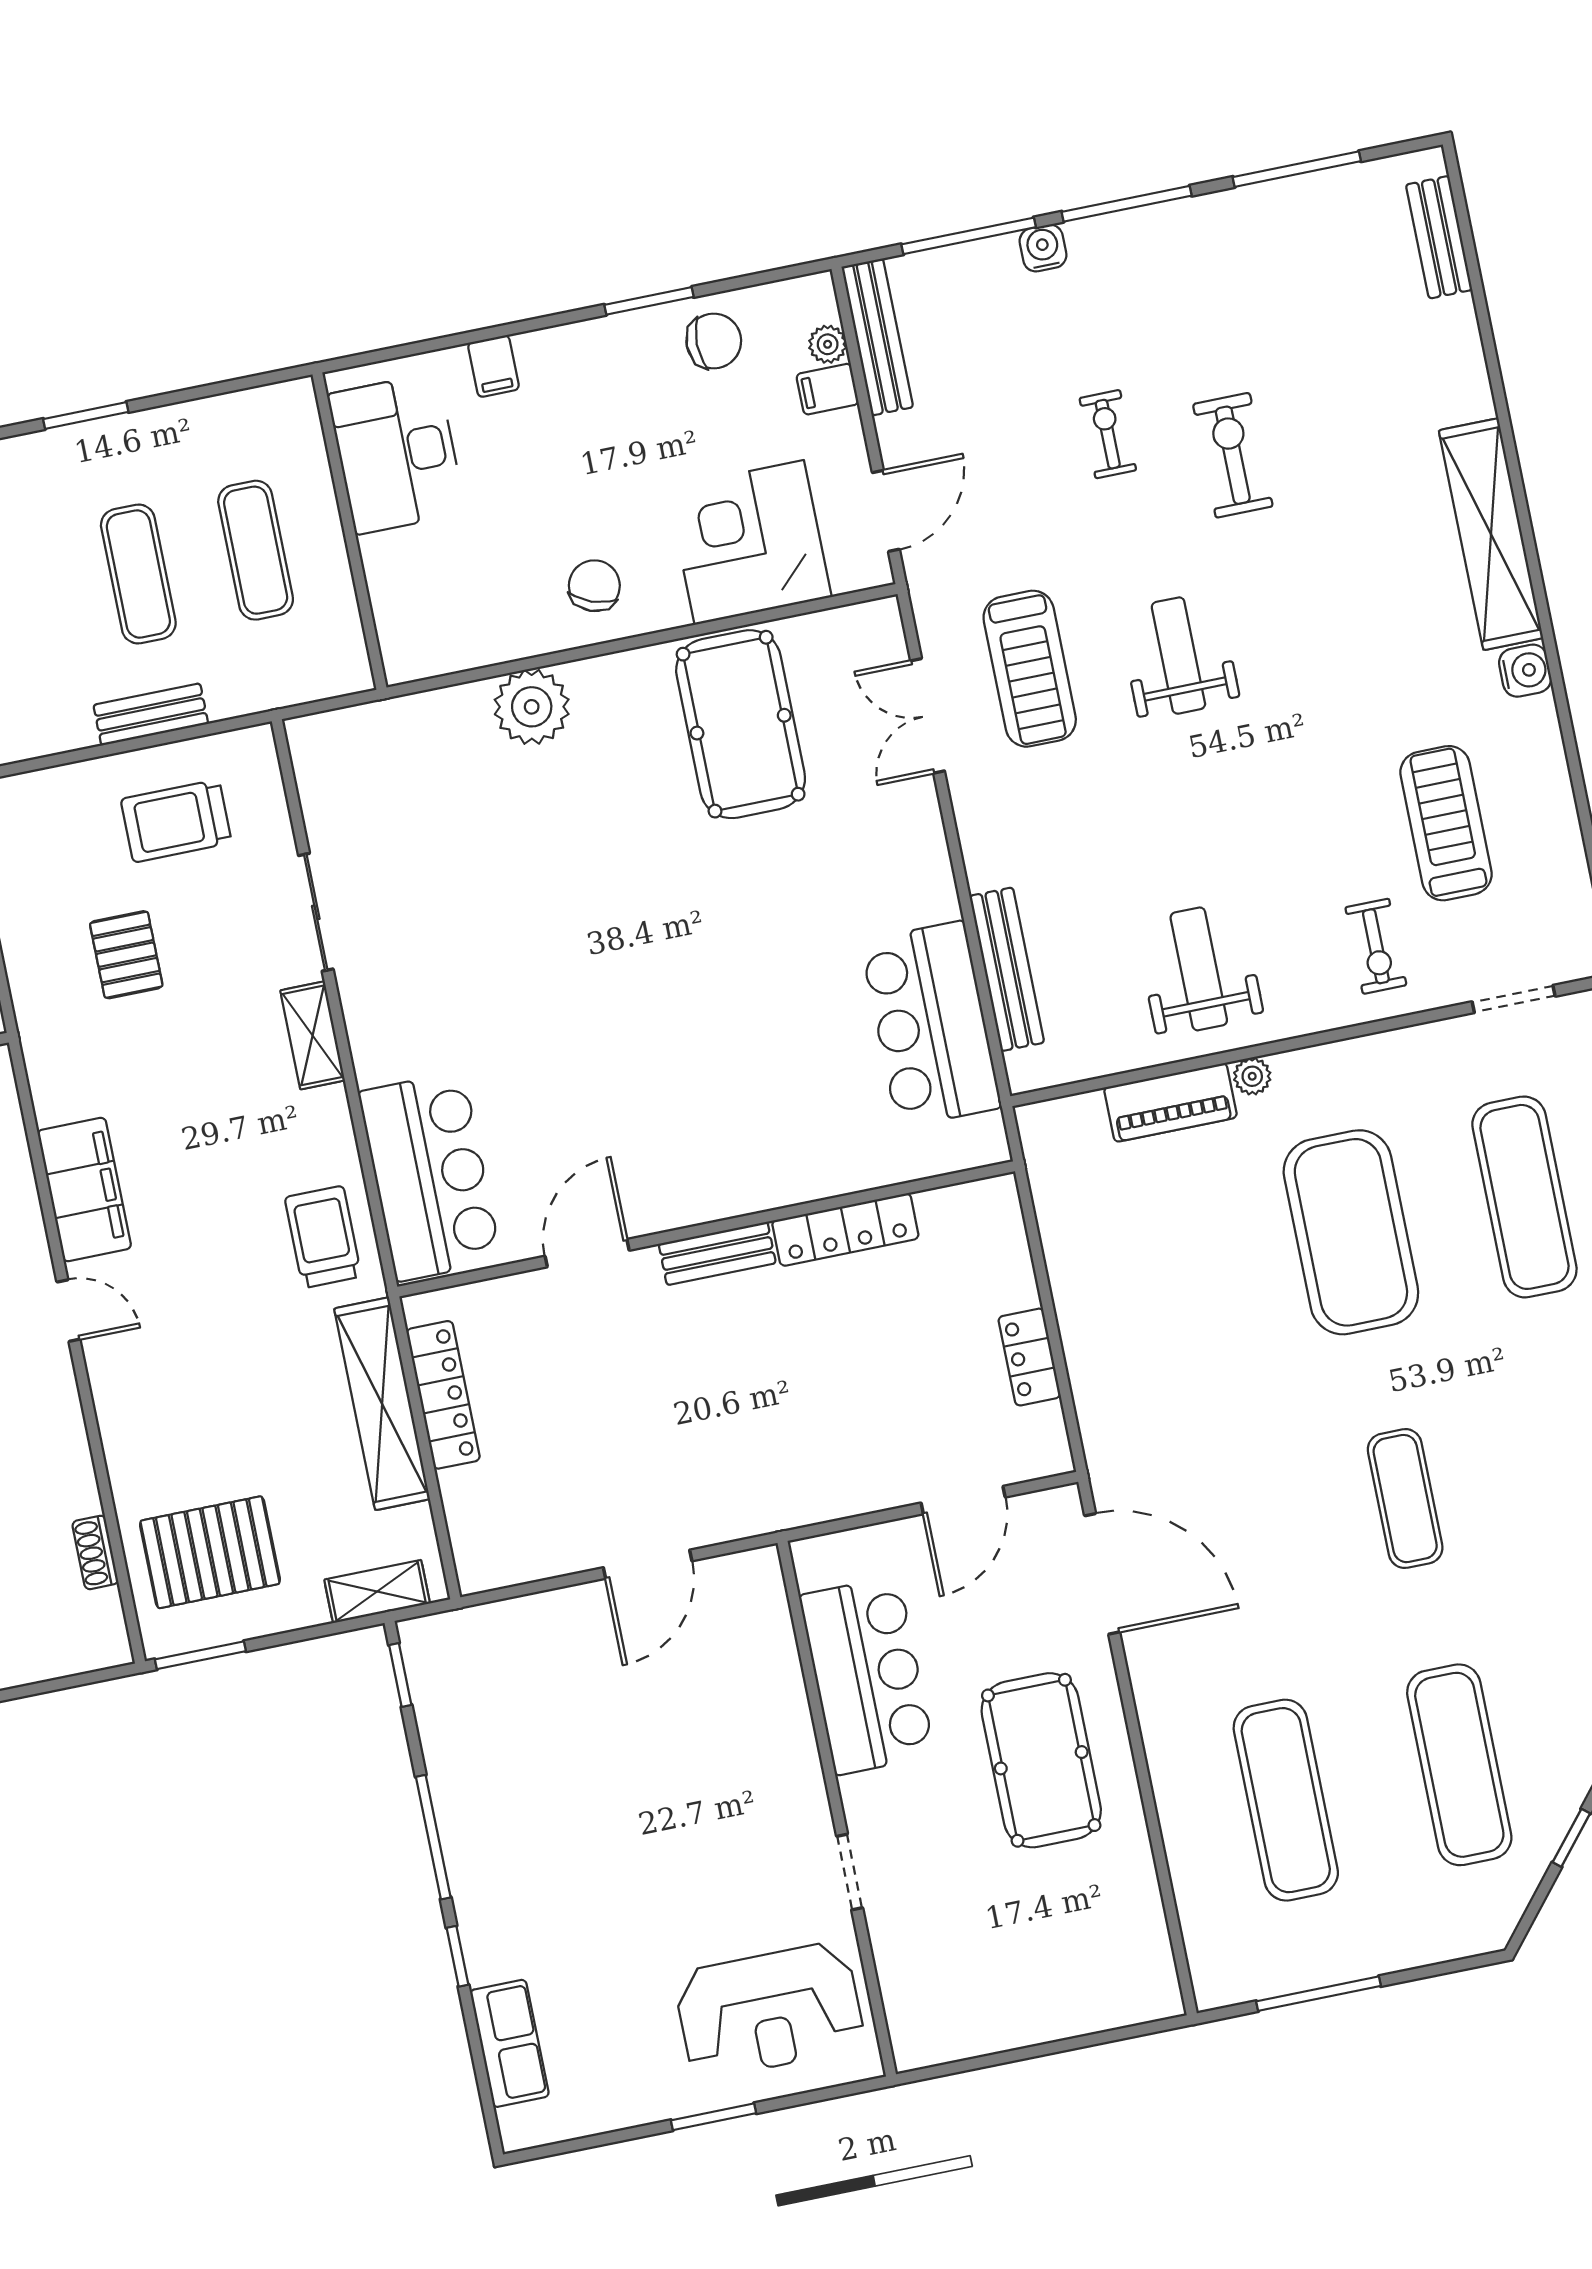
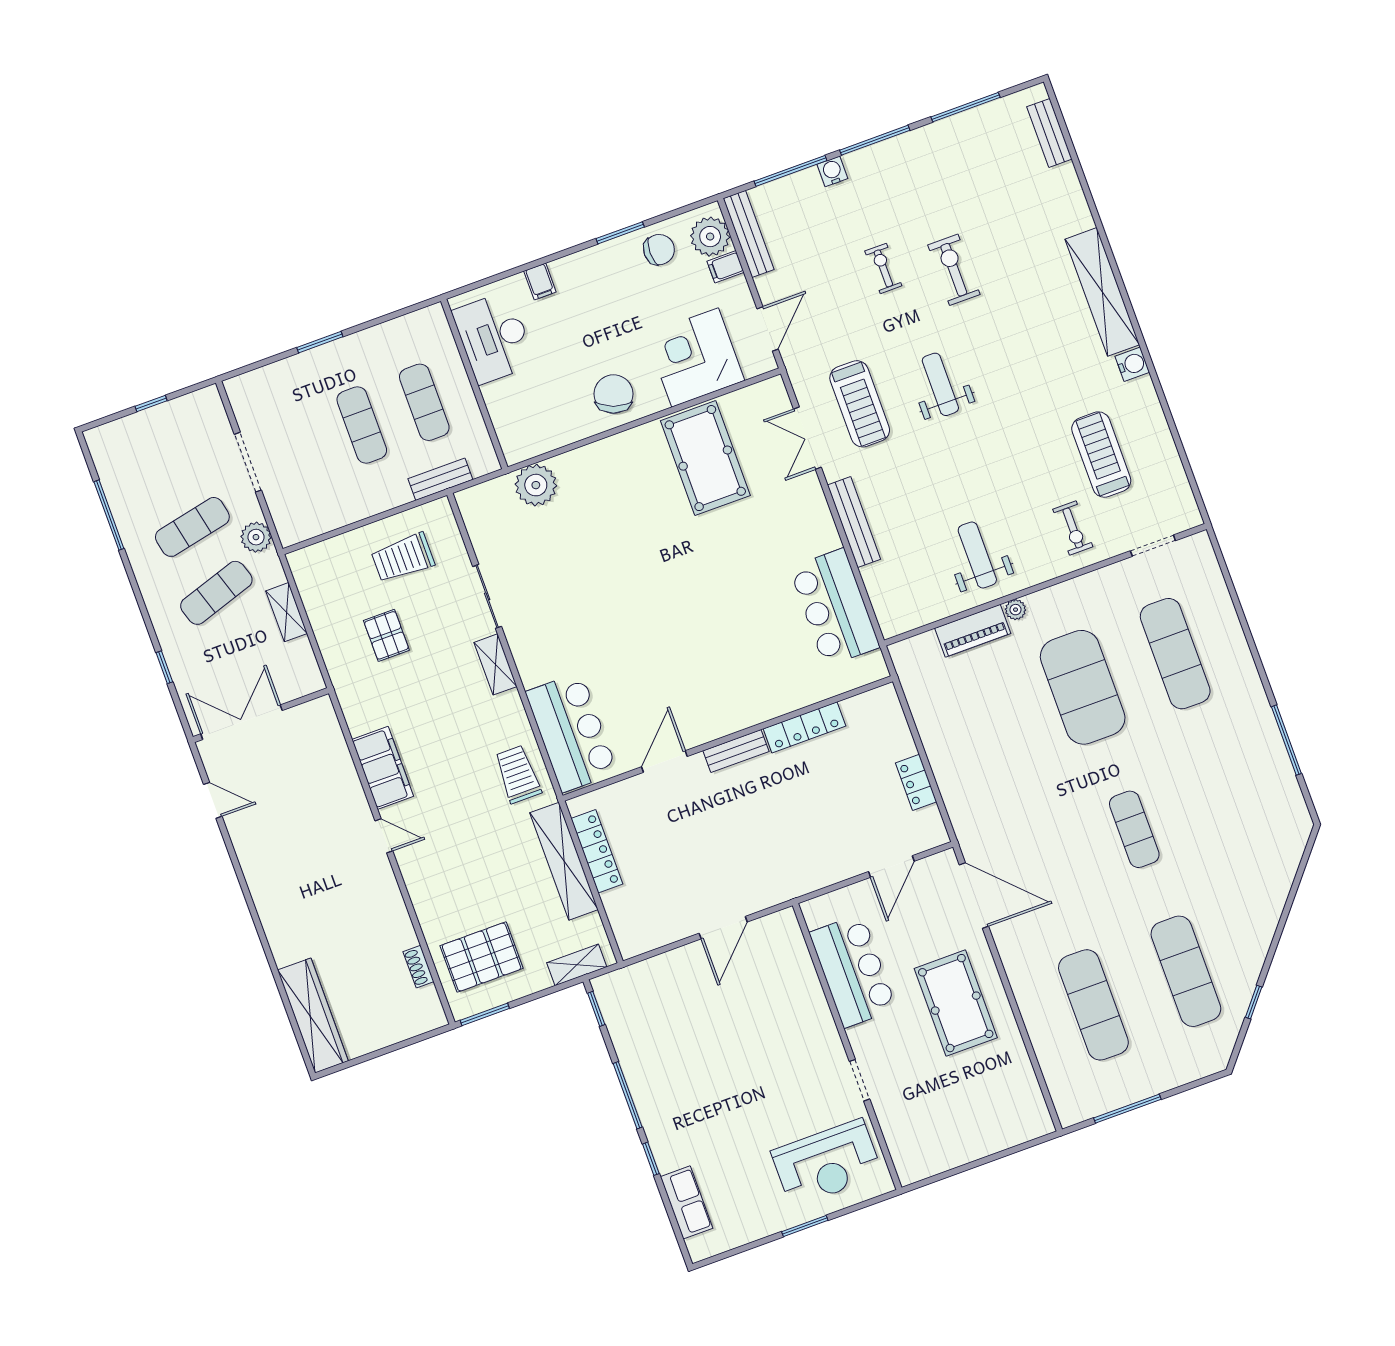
plant: (828, 344) -> (710, 237), width x1.87, depth x1.87
chair: (594, 586) -> (613, 394), width x1.37, depth x1.37
plant: (532, 707) -> (536, 485), moved
bench: (151, 714) -> (440, 479), moved
bench: (1007, 969) -> (854, 522), moved

